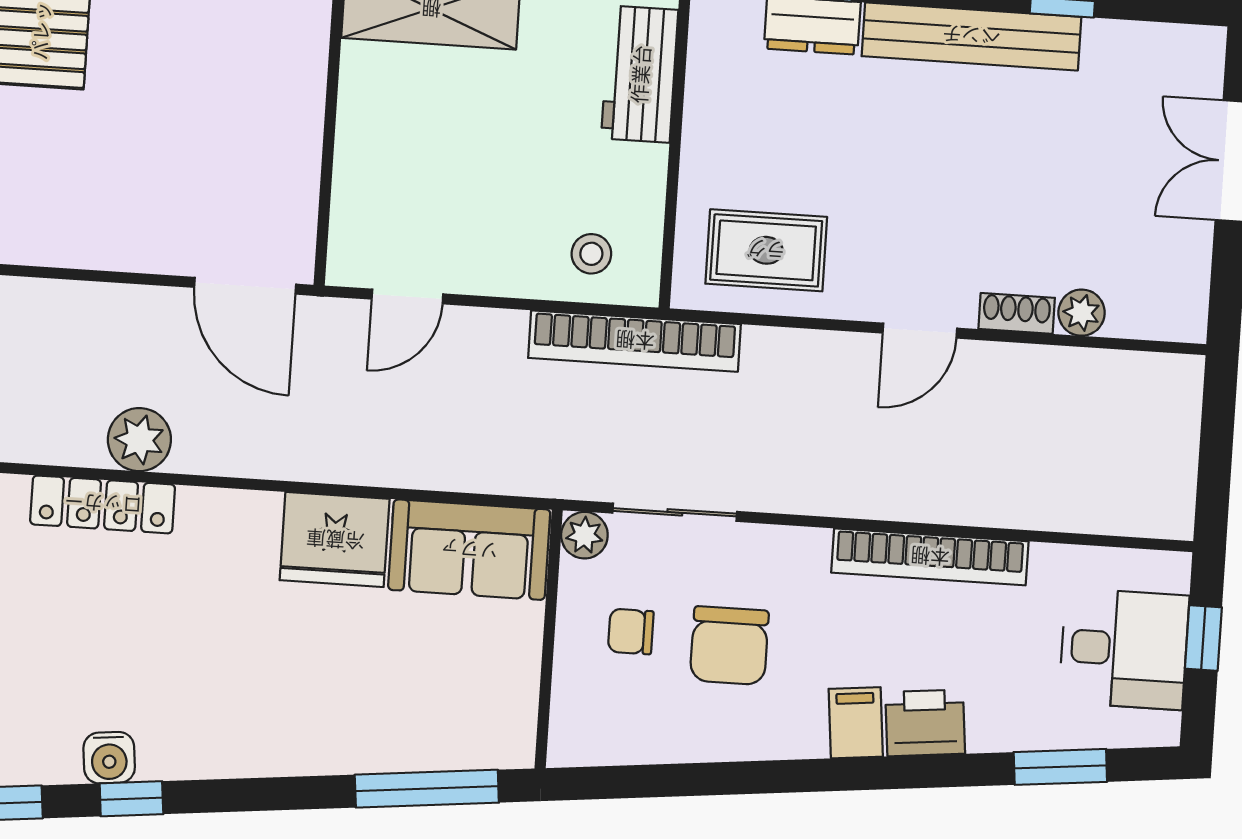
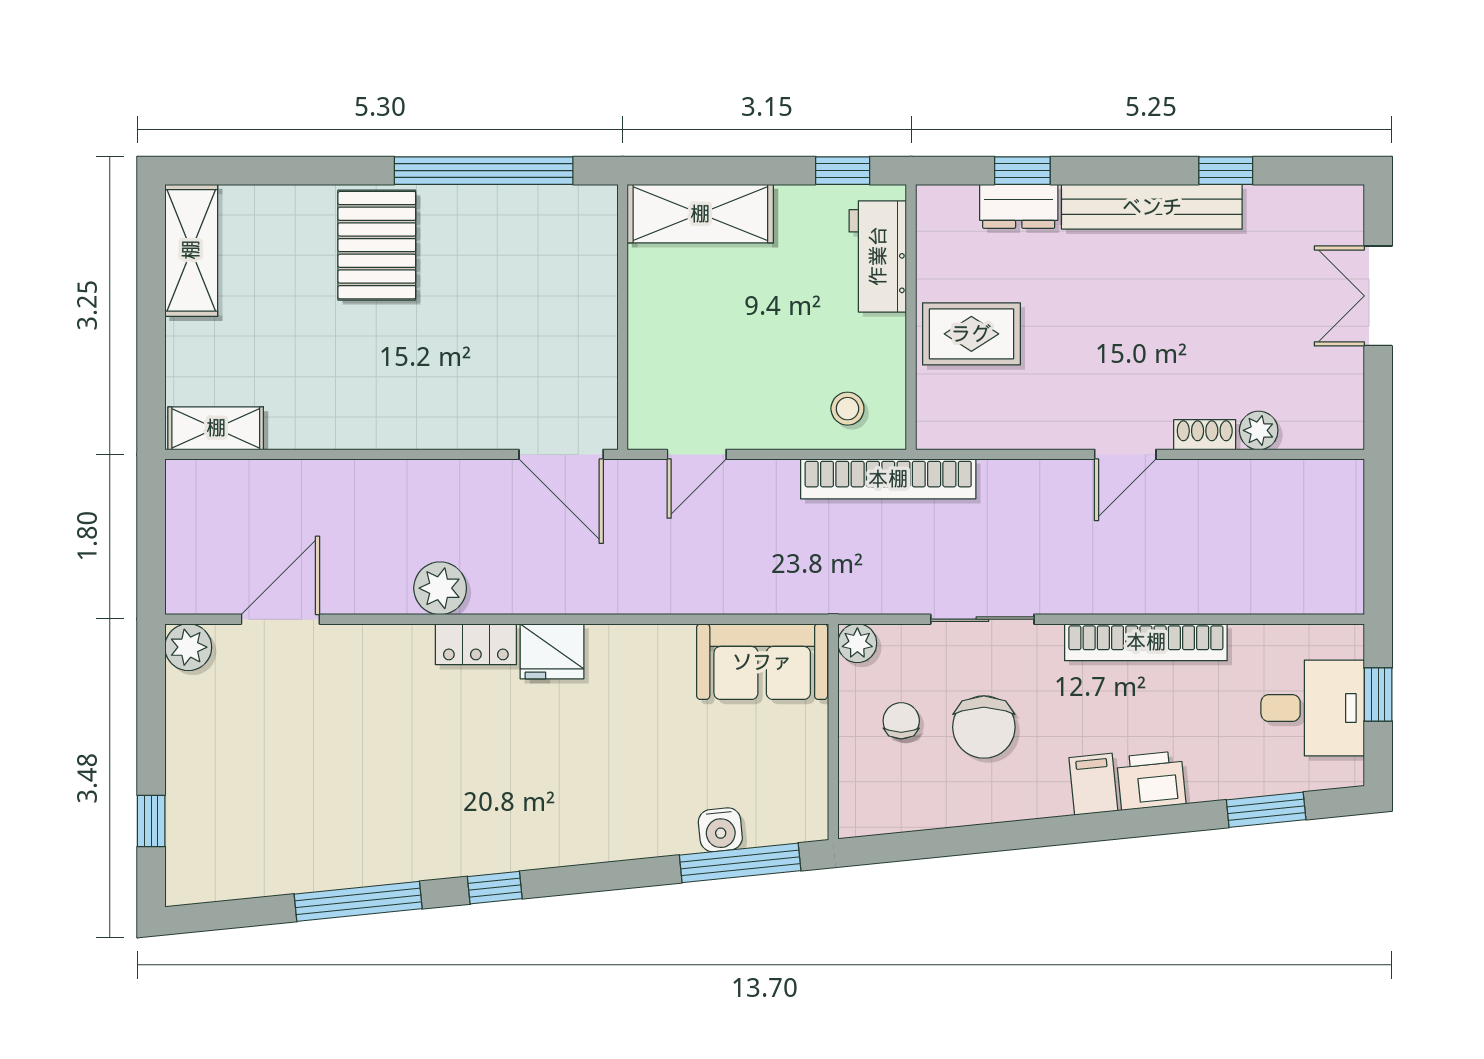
rug: (766, 250) -> (971, 334), moved
plant: (139, 440) -> (440, 588), moved
locker: (103, 504) -> (476, 644), width x0.66
sliding door: (675, 512) -> (982, 619), moved
fridge: (335, 540) -> (552, 651), moved, width x0.73, depth x0.75
chair: (631, 631) -> (901, 721), turned 90
water cooler: (109, 758) -> (720, 830), moved

